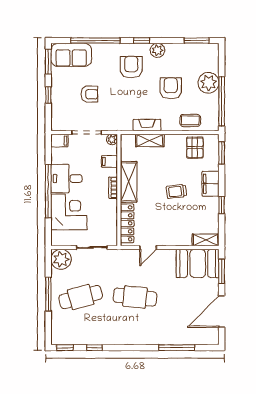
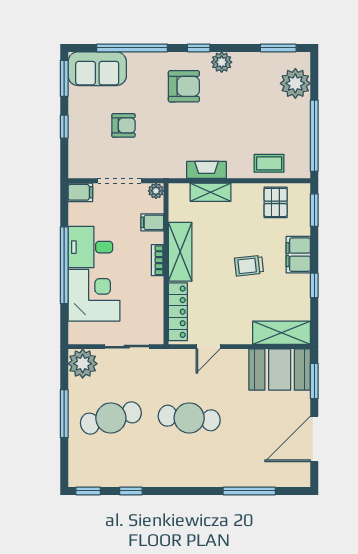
armchair: (131, 67) -> (184, 86), turned 90
plant: (208, 83) -> (295, 83), moved
armchair: (171, 88) -> (241, 117), removed
shelving: (206, 240) -> (281, 333), width x1.50, depth x1.33

